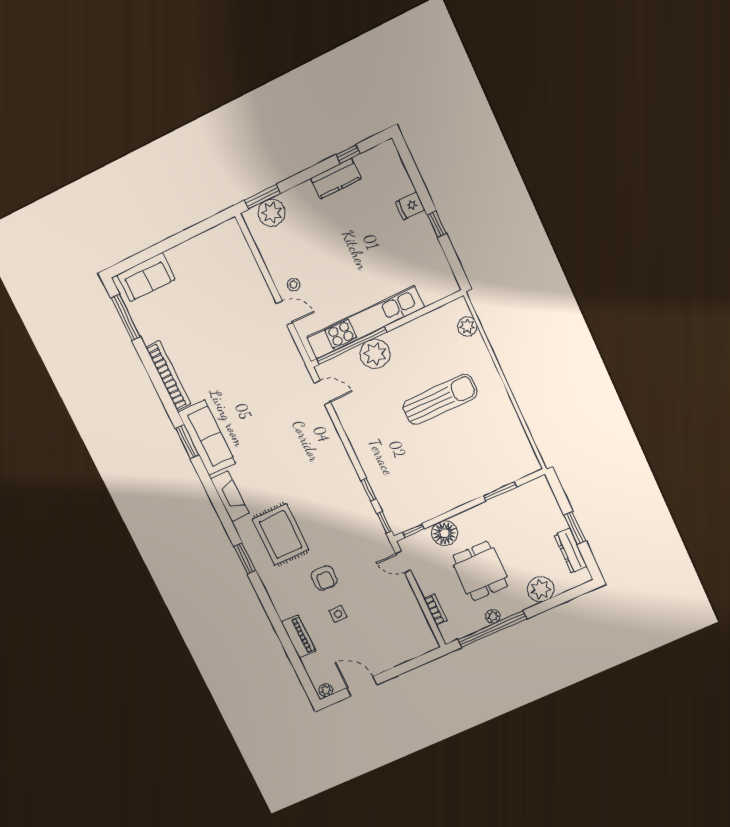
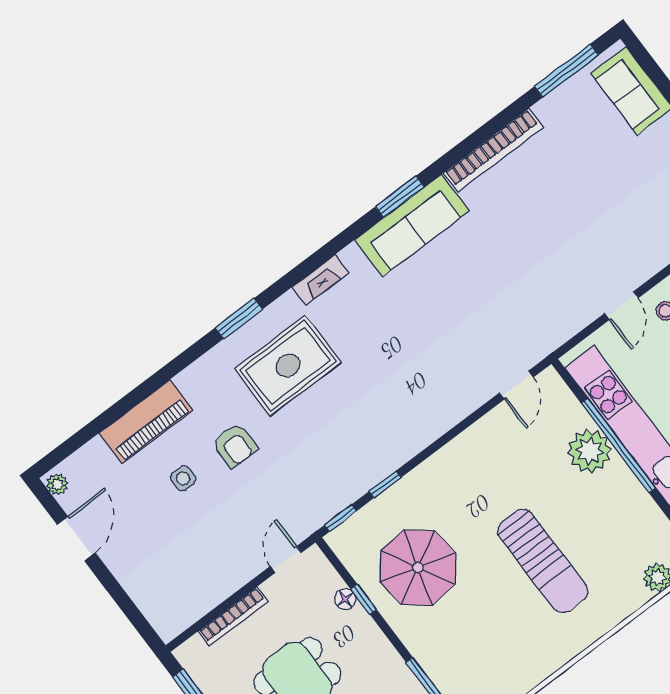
window: (352, 346) -> (618, 446), moved
parasol: (426, 480) -> (418, 567), added
fireplace: (230, 496) -> (320, 280), width x0.73, depth x0.76
window: (413, 531) -> (364, 599), moved
floor lamp: (445, 533) -> (345, 599), width x0.53, depth x0.53
armchair: (324, 578) -> (235, 445), turned -90
bookcase: (435, 610) -> (233, 616), width x1.56
piano: (299, 637) -> (146, 422), width x1.37, depth x1.33

